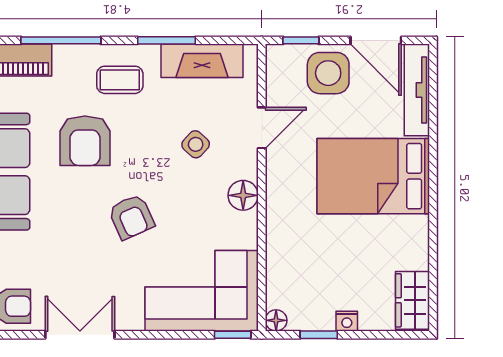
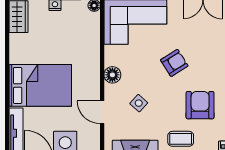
door: (262, 128) -> (102, 112), hinge flipped
armchair: (131, 217) -> (174, 63), turned 82

